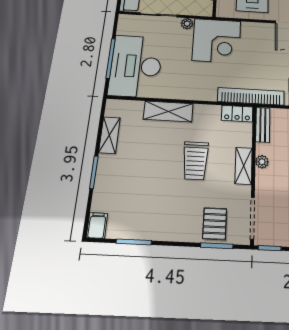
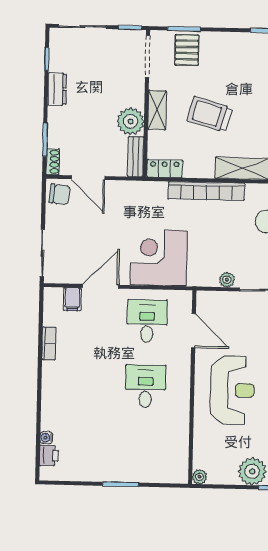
corner desk: (217, 41) -> (159, 258), moved
bookcase: (251, 96) -> (206, 191), moved
trolley: (195, 161) -> (210, 114), turned -74
plant: (262, 162) -> (131, 121), width x1.88, depth x1.88

